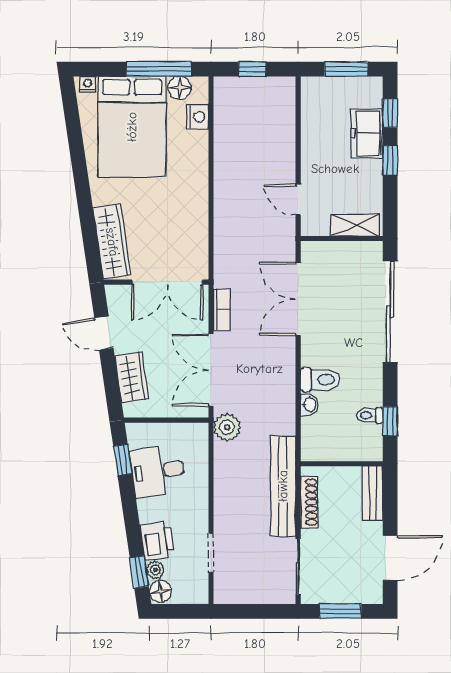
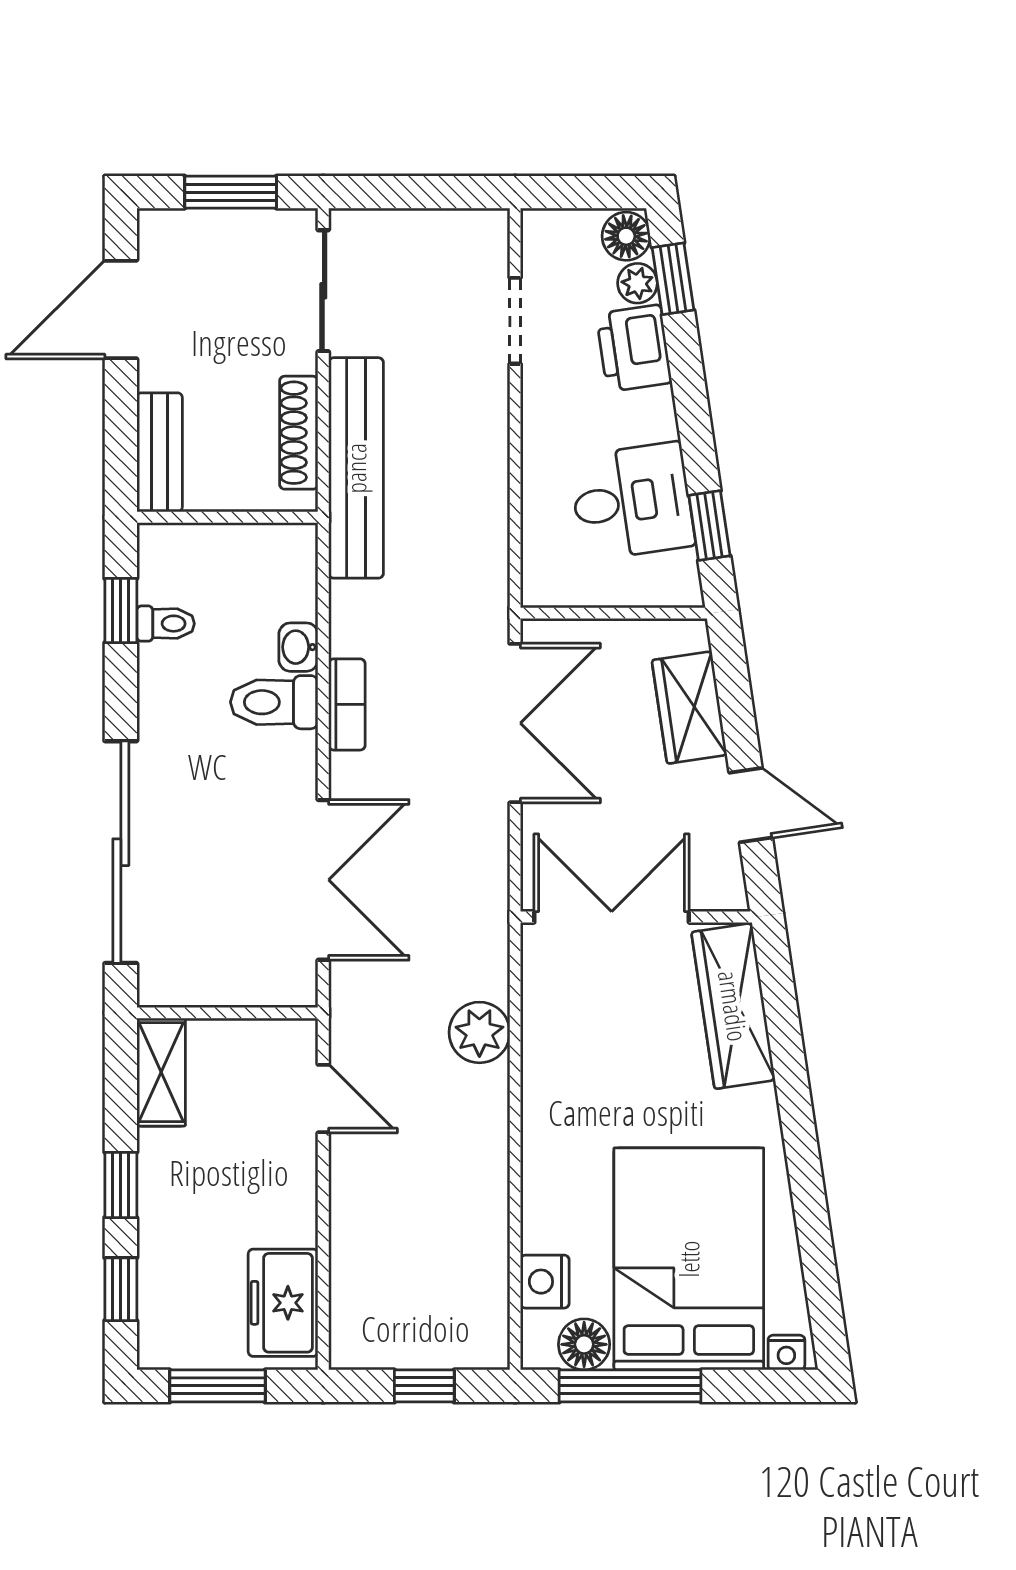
freezer: (367, 133) -> (283, 1303), moved, turned 180
shelving: (355, 225) -> (161, 1072), moved, turned 90
bookcase: (222, 310) -> (347, 704), moved, turned 180
plant: (227, 427) -> (479, 1032), moved

